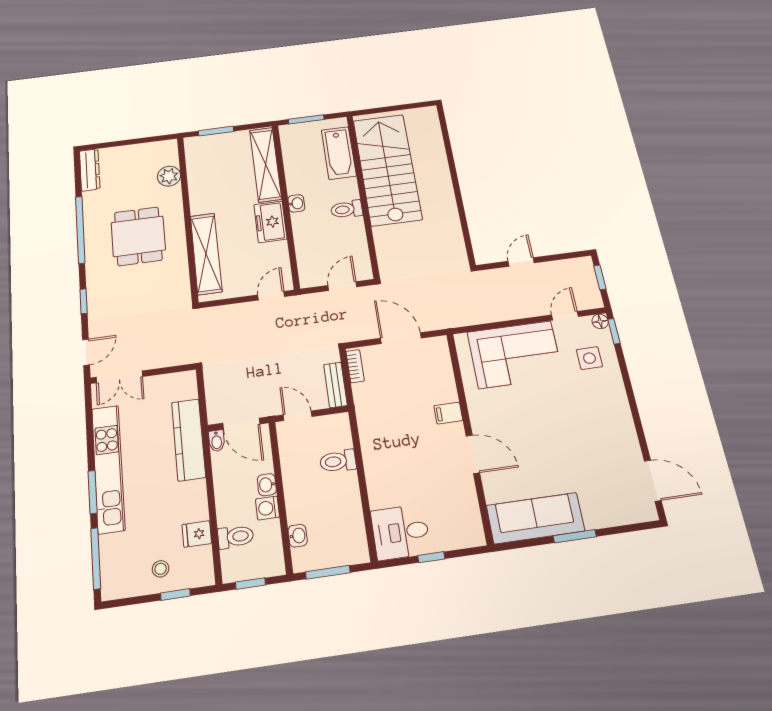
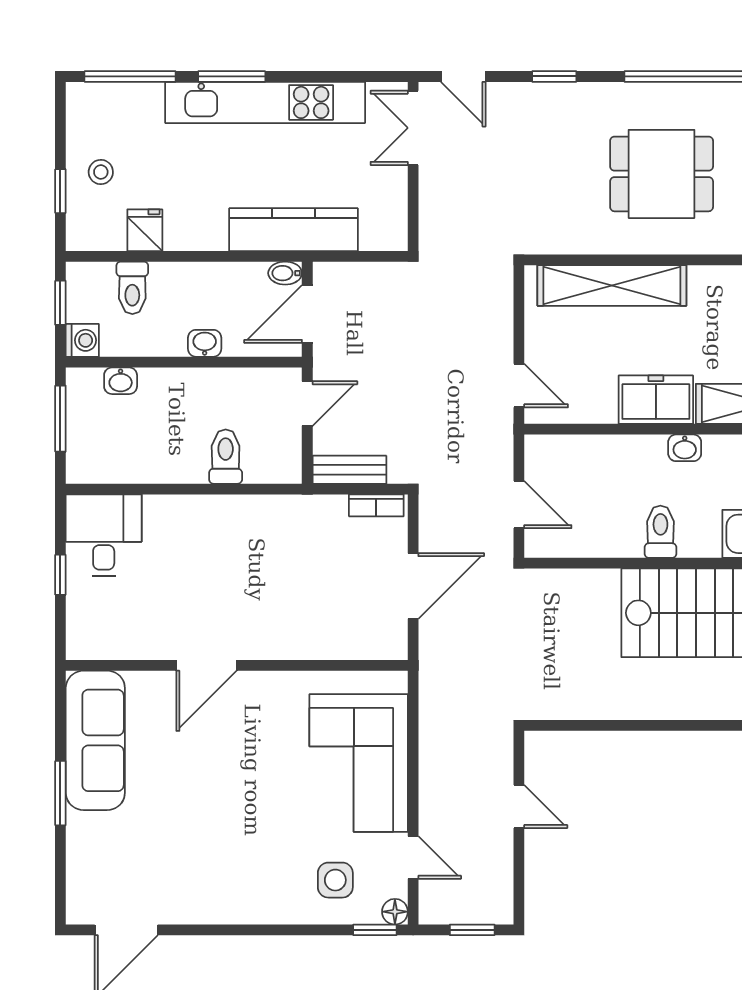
filing cabinet: (448, 413) -> (277, 640), removed
washing machine: (267, 508) -> (82, 340), moved, turned 90

